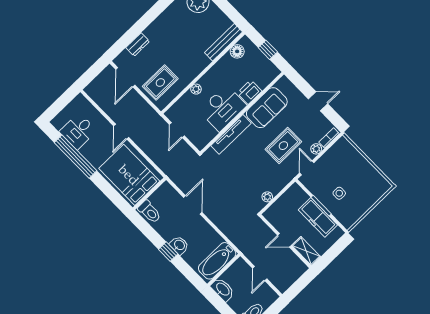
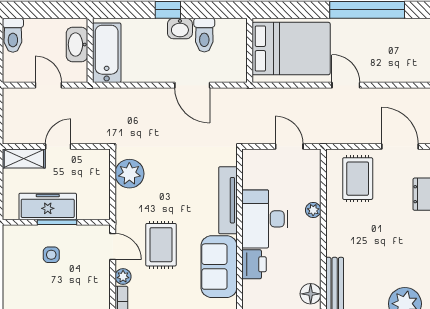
desk: (78, 131) -> (392, 39), removed
plant: (267, 197) -> (129, 174), width x1.88, depth x1.88
toilet: (149, 212) -> (204, 35), moved, turned -90
washbasin: (179, 245) -> (180, 28), moved
washbasin: (223, 289) -> (77, 45), moved, turned 90

